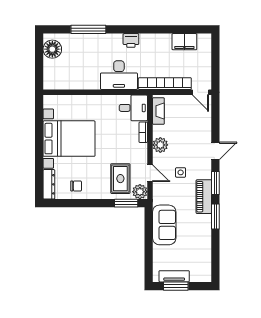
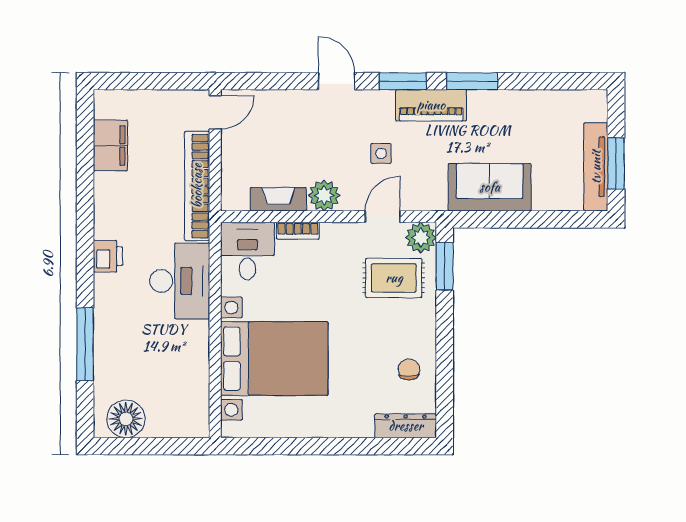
fireplace: (158, 111) -> (278, 199), moved
bed with nightstands: (69, 139) -> (274, 359), moved, turned 90
tv unit: (174, 276) -> (596, 167), width x1.41

